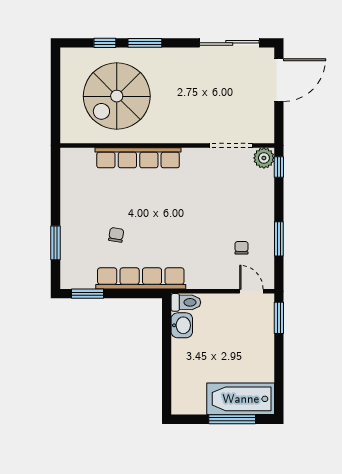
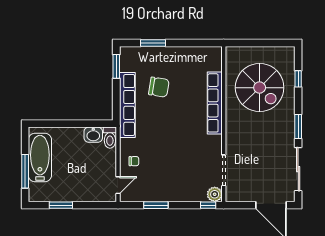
window: (145, 43) -> (298, 126), moved
spiral stairs: (117, 96) -> (260, 88), turned 180
chair: (116, 235) -> (159, 87), width x1.87, depth x1.87
chair: (241, 248) -> (134, 161), moved
window: (279, 318) -> (61, 205), moved
bathtub: (241, 399) -> (40, 158), moved

